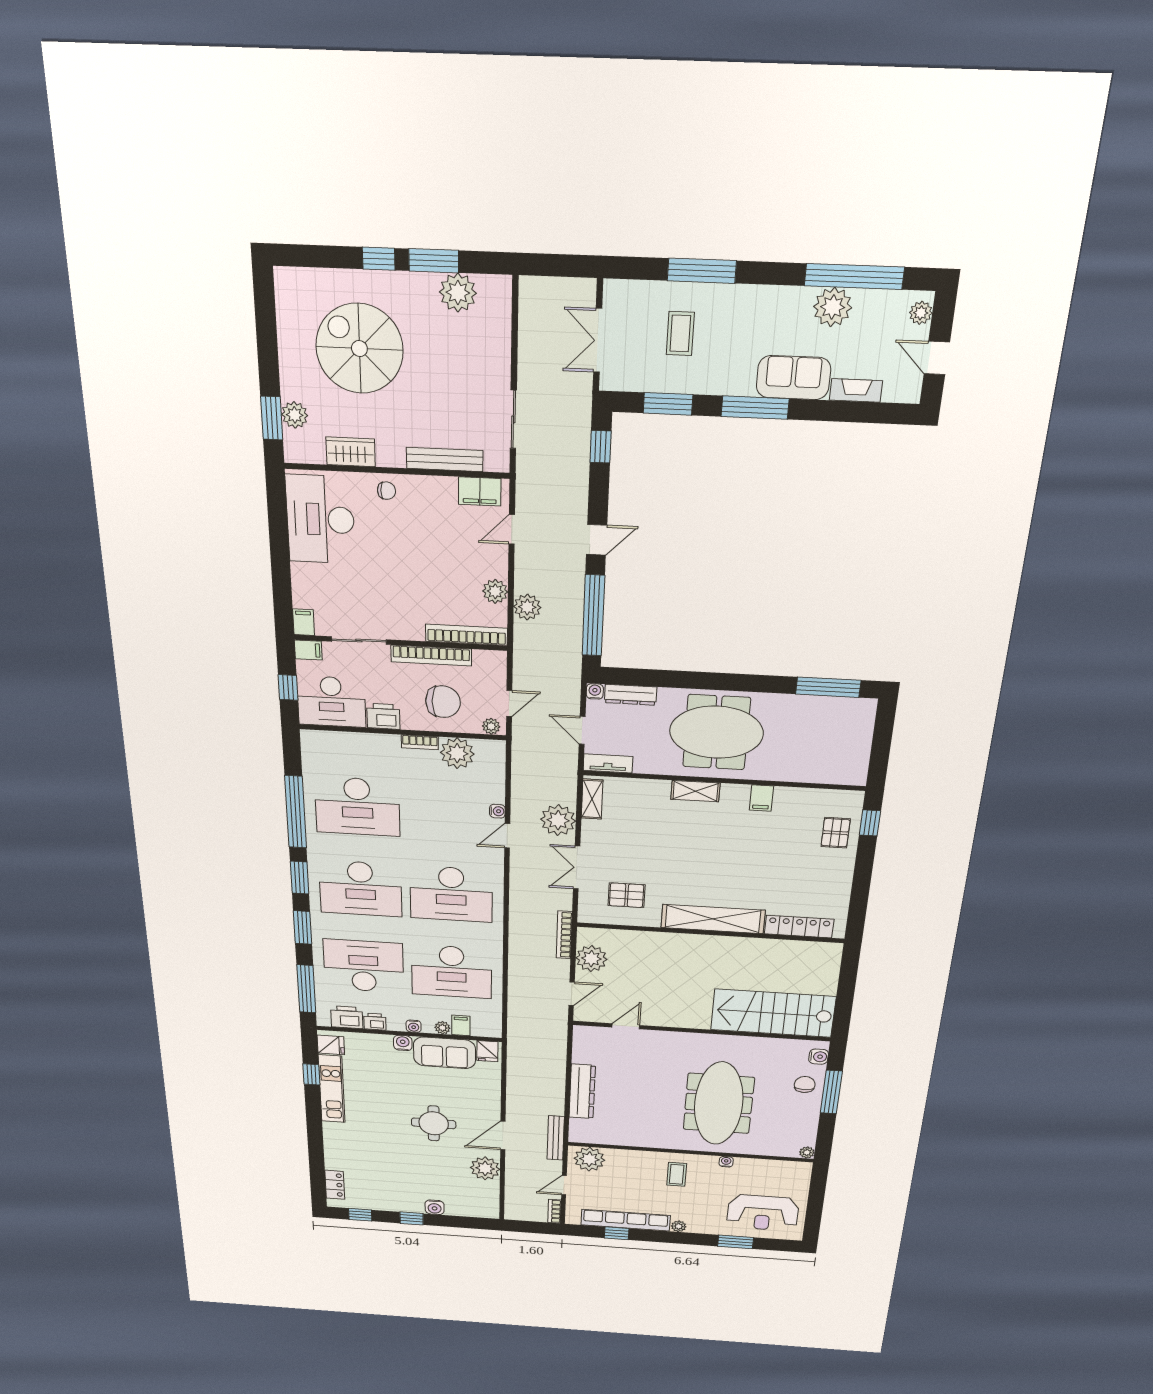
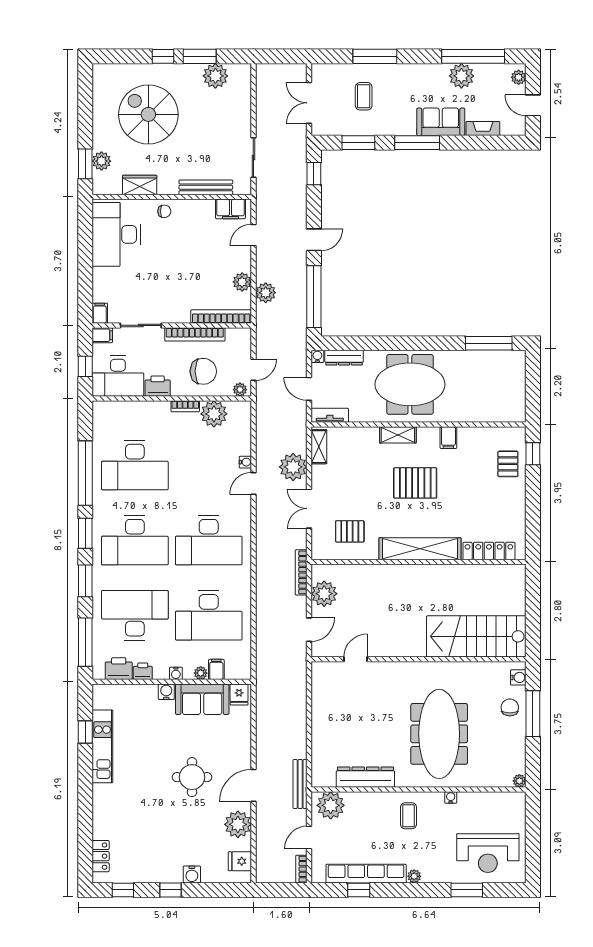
pallet: (713, 847) -> (415, 483), added
fridge: (331, 1045) -> (240, 861), moved, turned 180
dresser: (582, 1091) -> (365, 777), moved, turned -90

